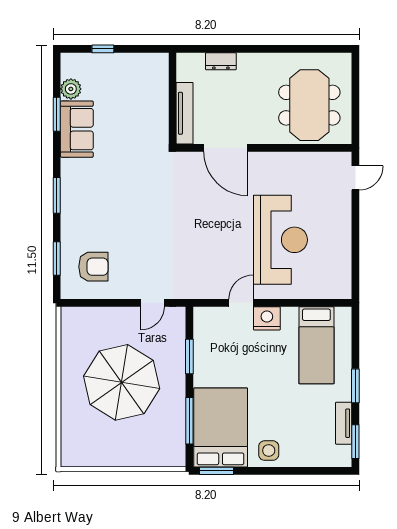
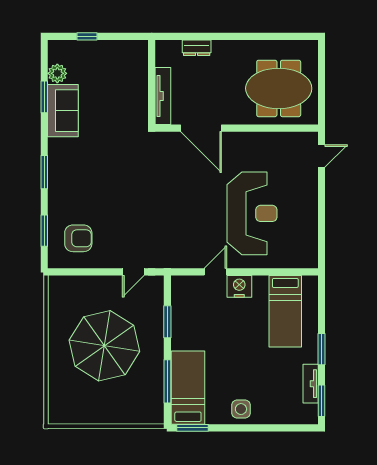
meeting table: (309, 105) -> (279, 88), turned 90
bed: (221, 427) -> (188, 388), width x0.67

